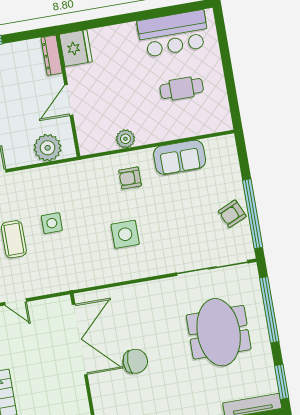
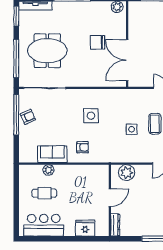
fridge: (76, 48) -> (85, 228), moved, turned 90
plant: (125, 139) -> (48, 170), moved
meeting table: (219, 332) -> (47, 51), turned 90

